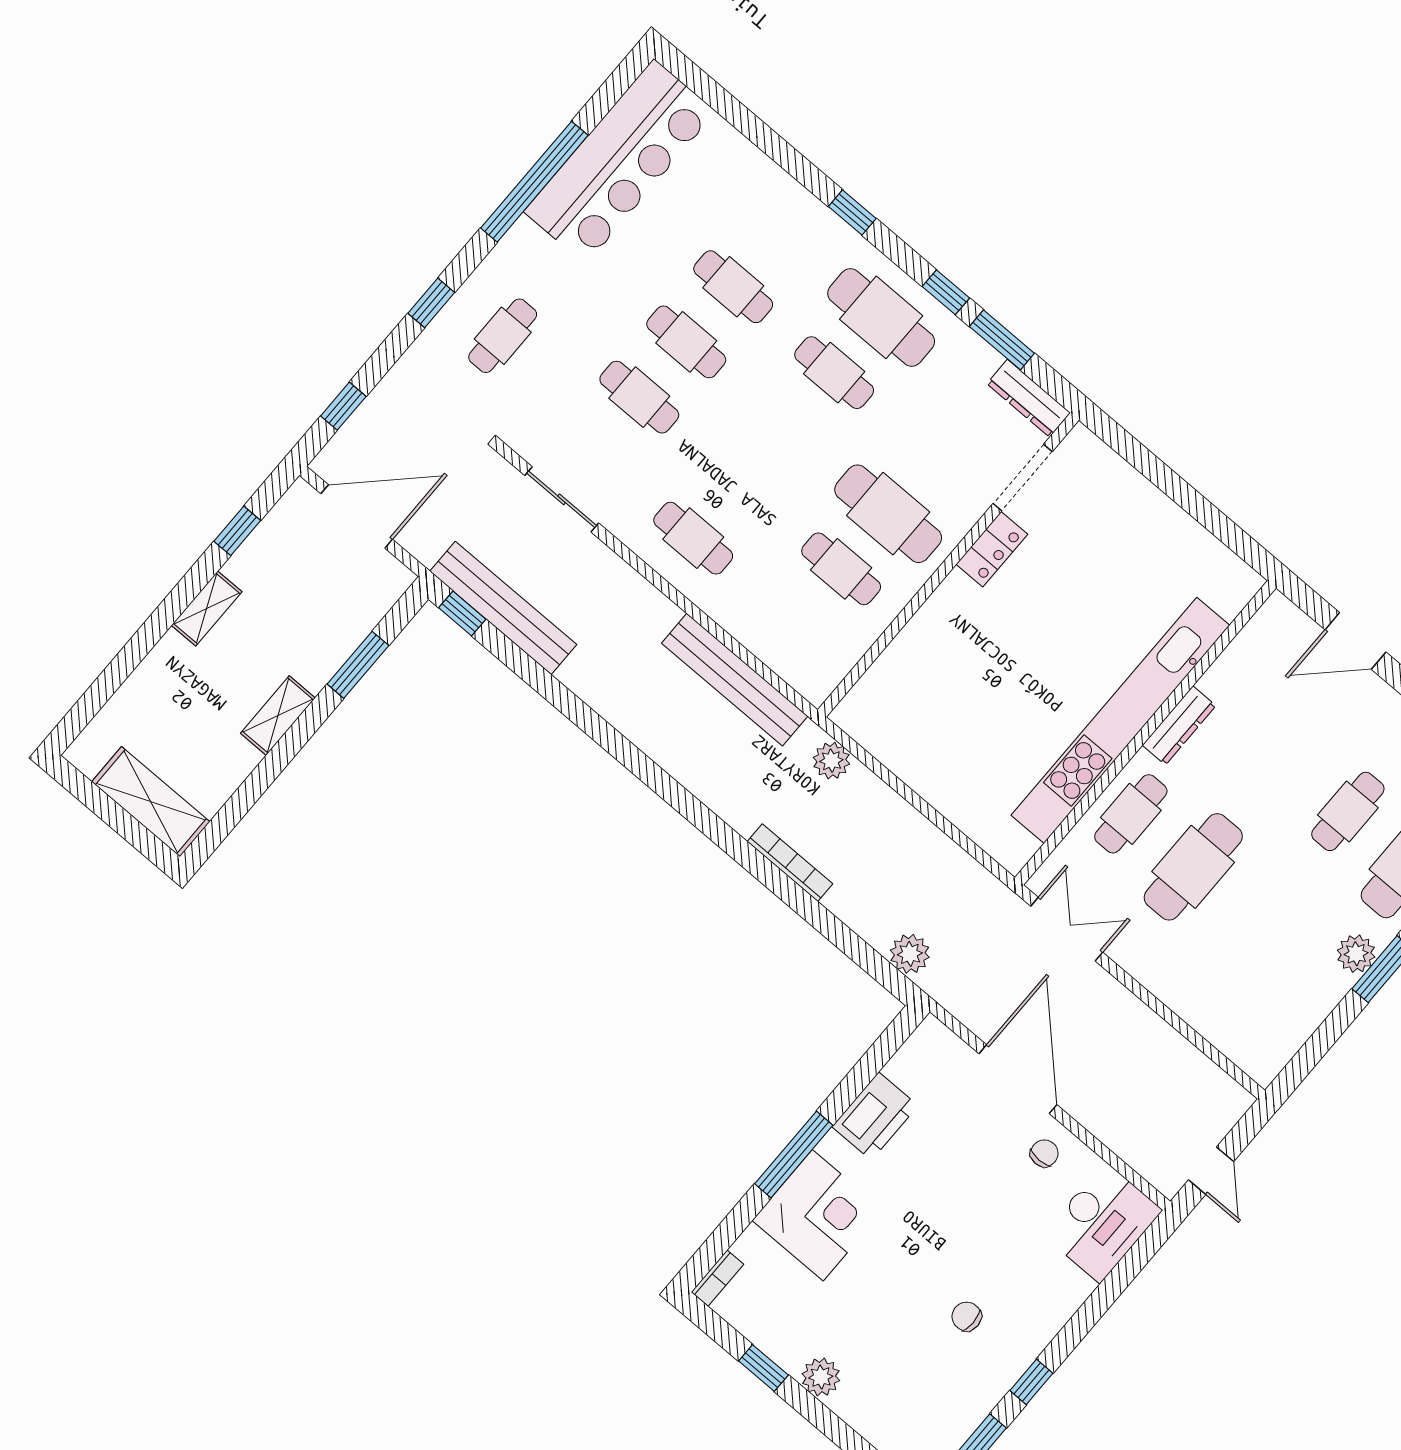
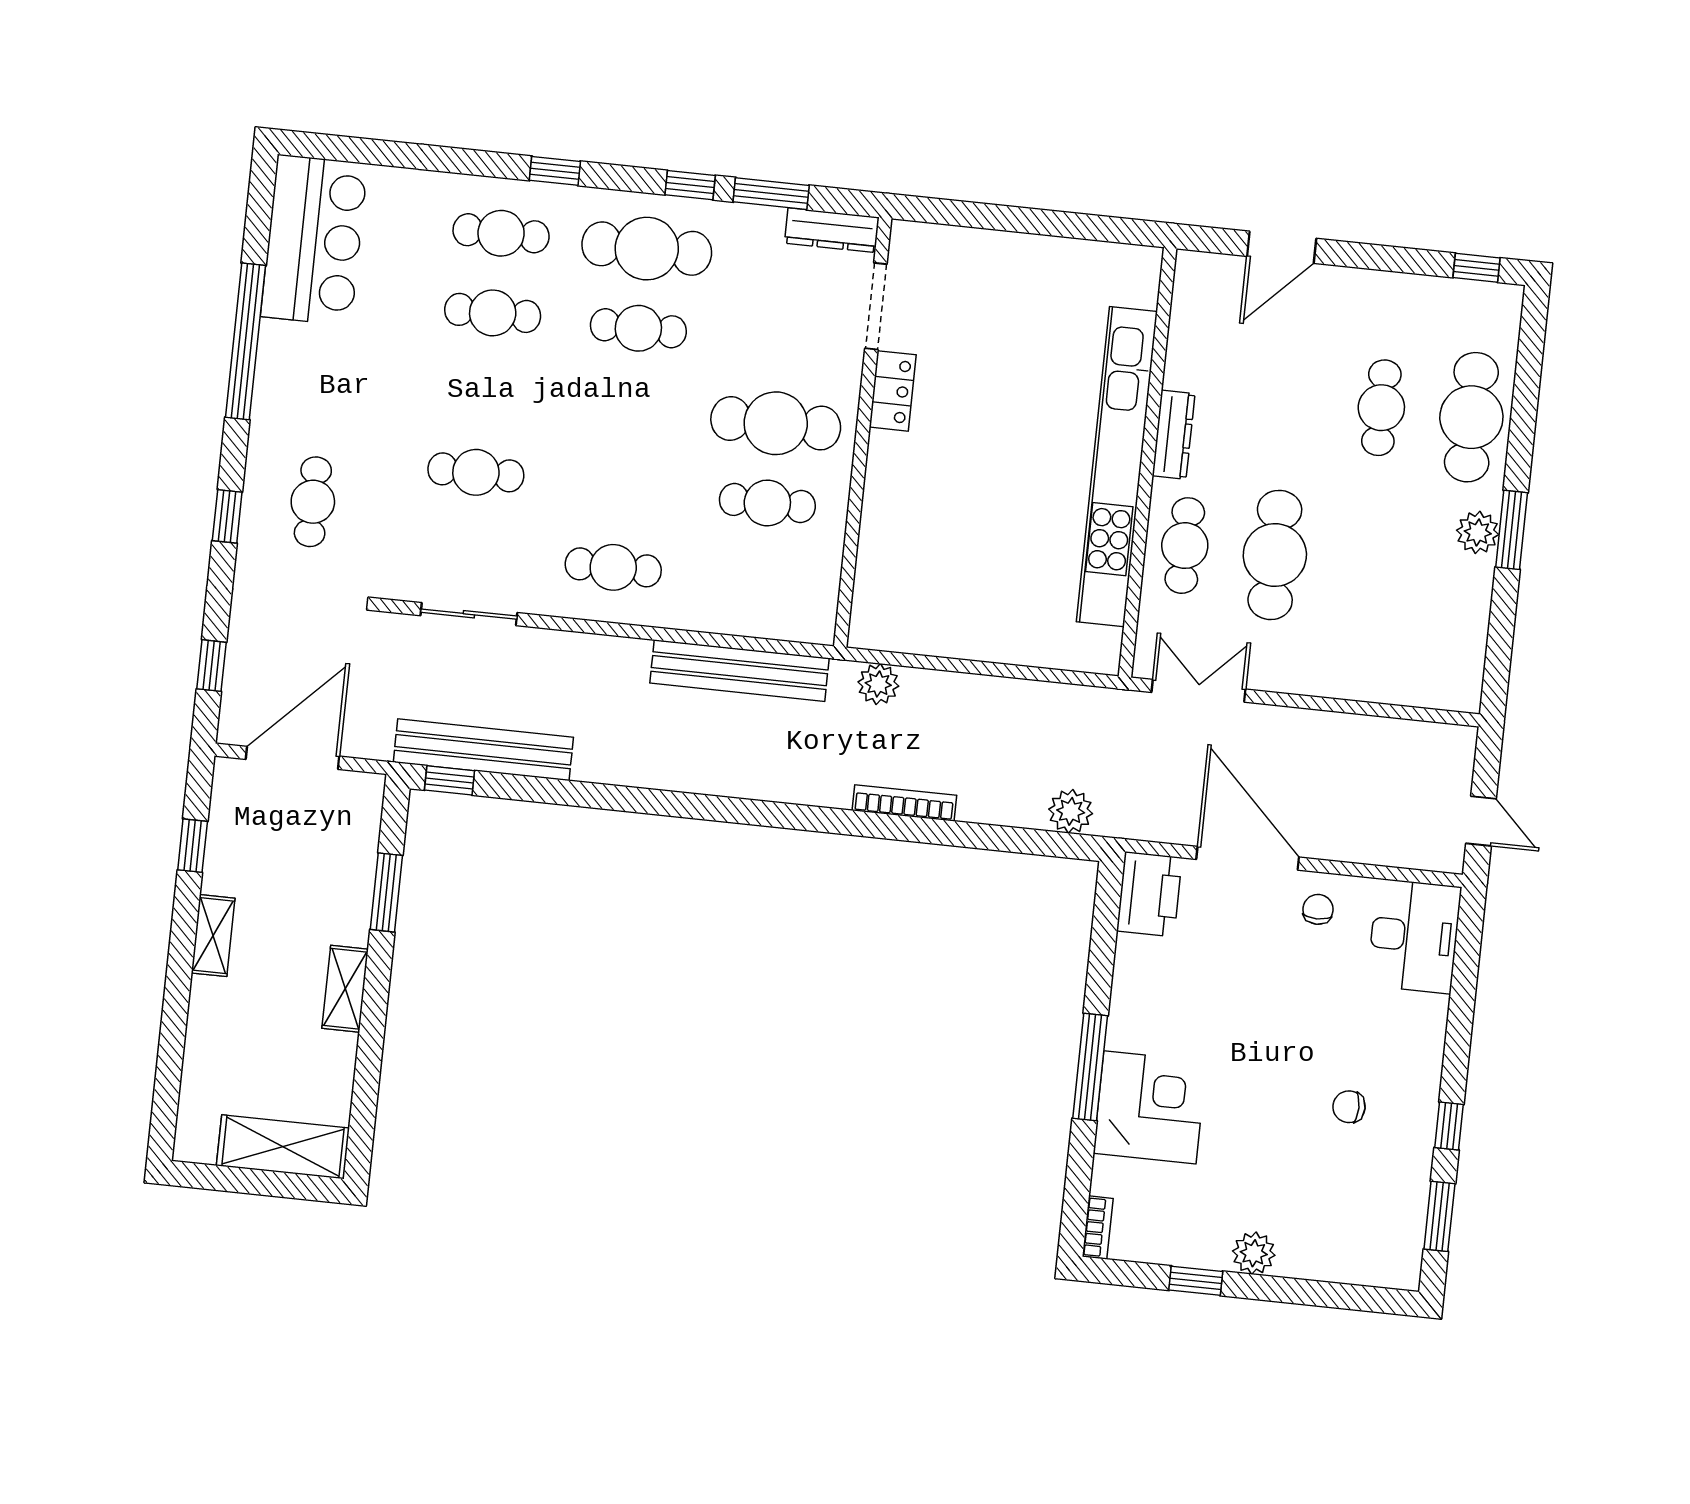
bar counter: (620, 162) -> (314, 240), width x0.73
cafe table: (686, 342) -> (501, 233), moved
printer: (875, 1116) -> (1149, 894), moved

